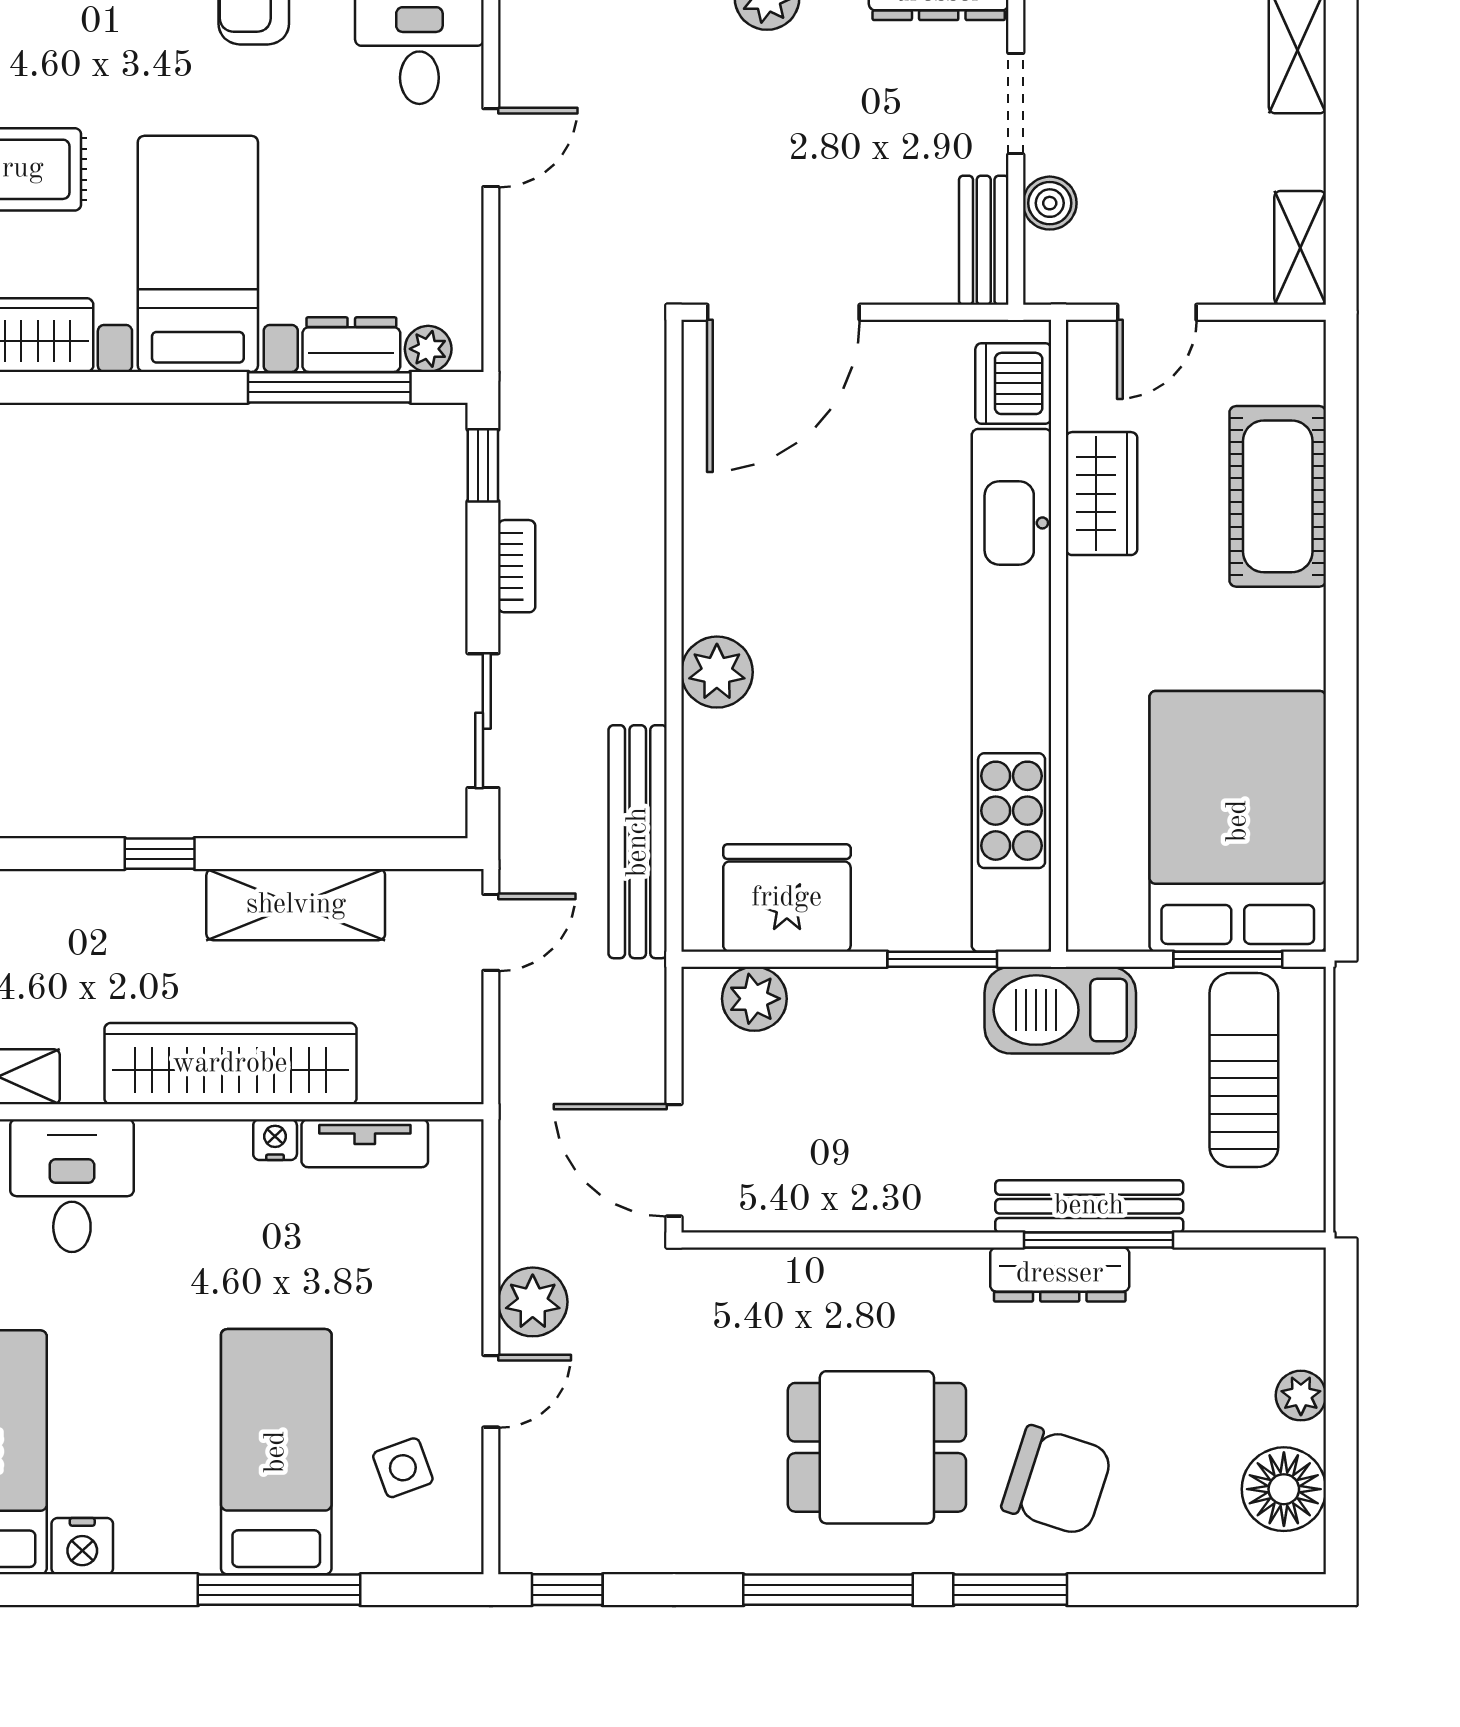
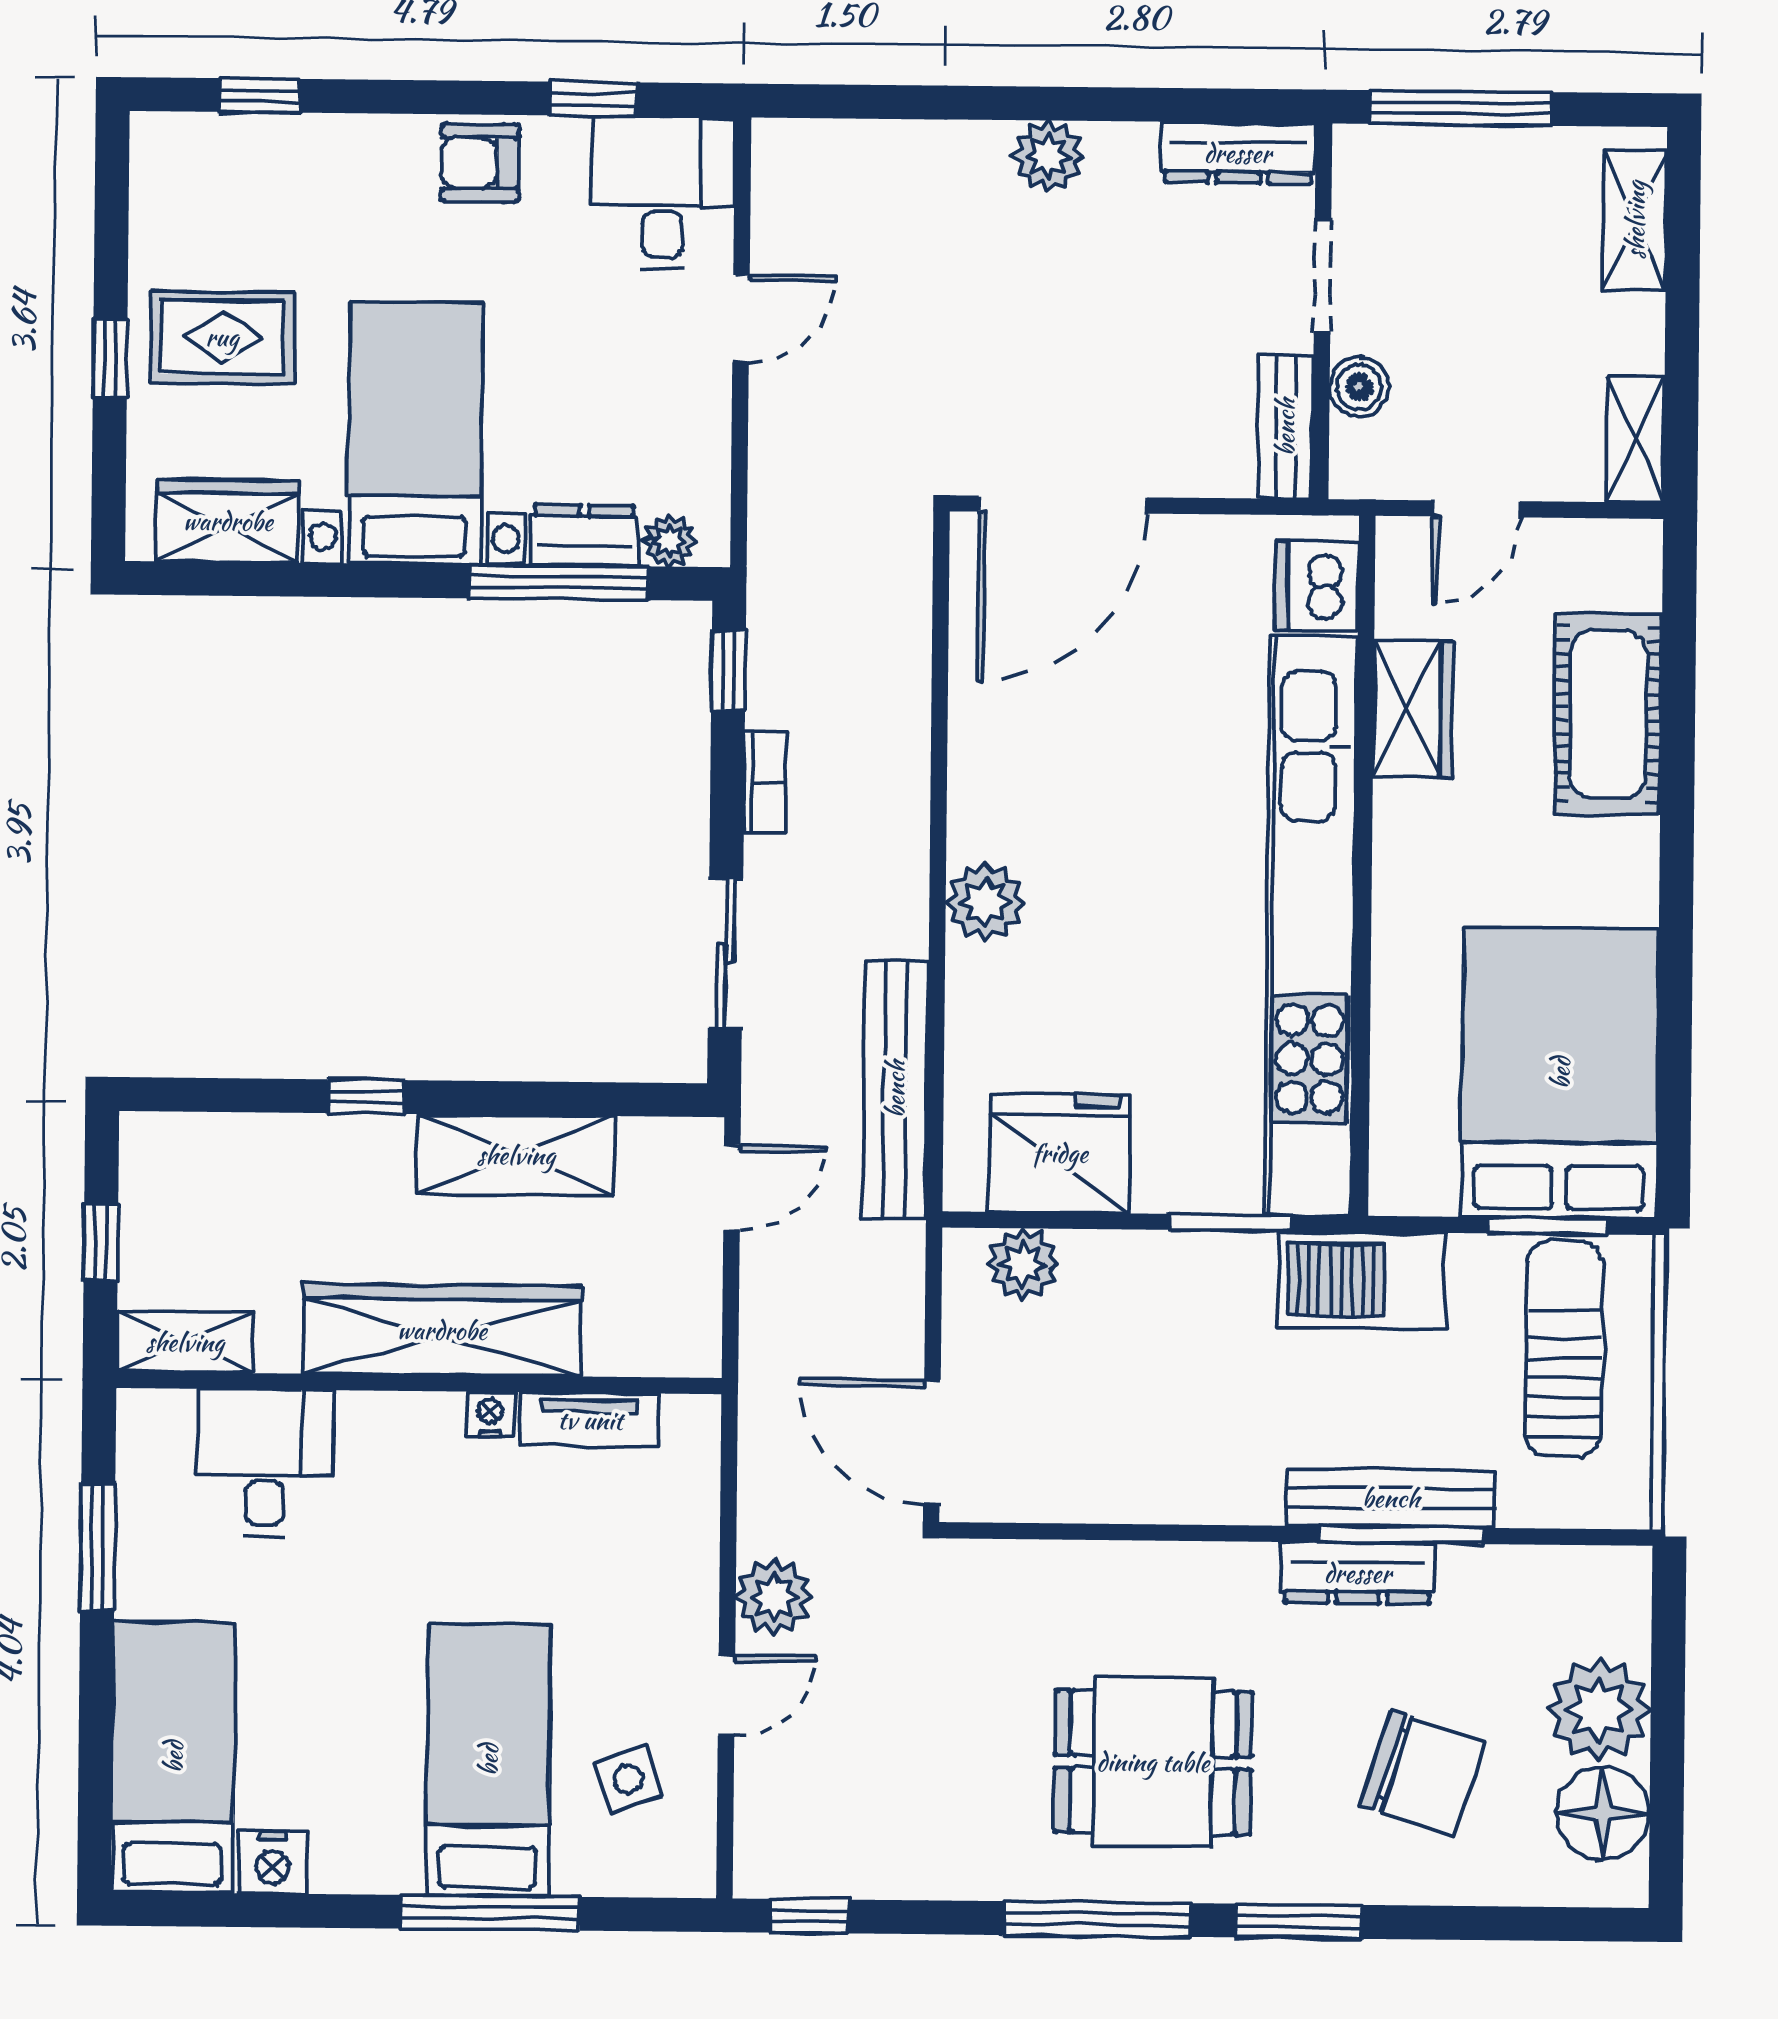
plant: (1301, 1396) -> (1599, 1709), width x1.88, depth x1.88
chair: (1057, 1481) -> (1422, 1774), moved

